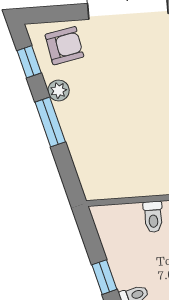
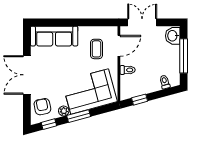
corner sofa: (103, 141) -> (90, 91), added
window: (104, 277) -> (140, 100), moved

